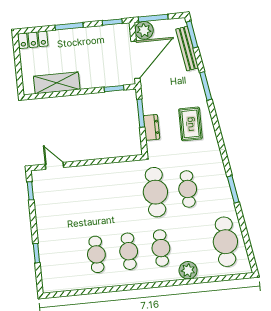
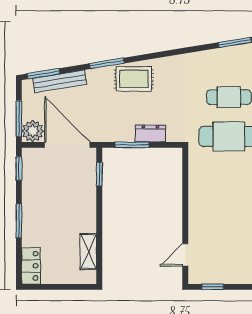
shelving: (57, 83) -> (88, 251), width x0.67, depth x0.75
rug: (190, 124) -> (134, 79), moved

